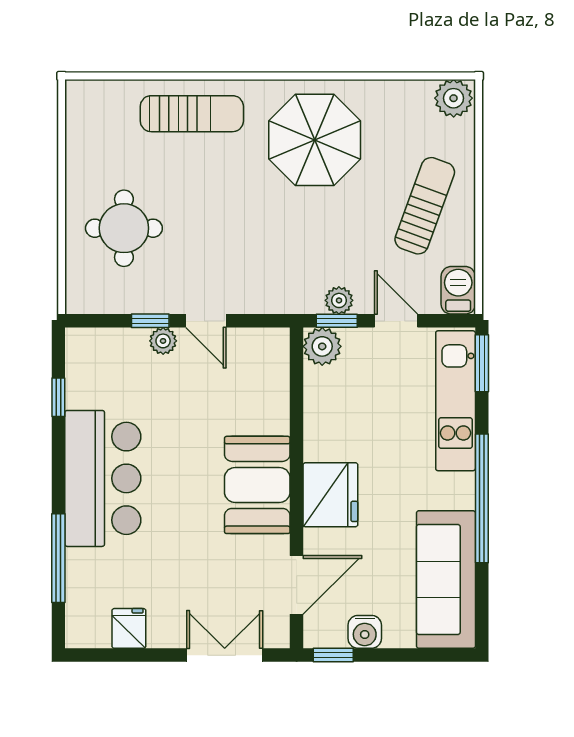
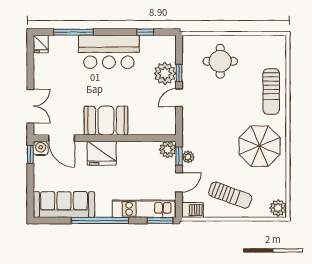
plant: (163, 341) -> (165, 73), width x1.87, depth x1.87
fridge: (129, 628) -> (41, 44), moved, turned 90
water cooler: (365, 632) -> (41, 148), moved, turned 90

